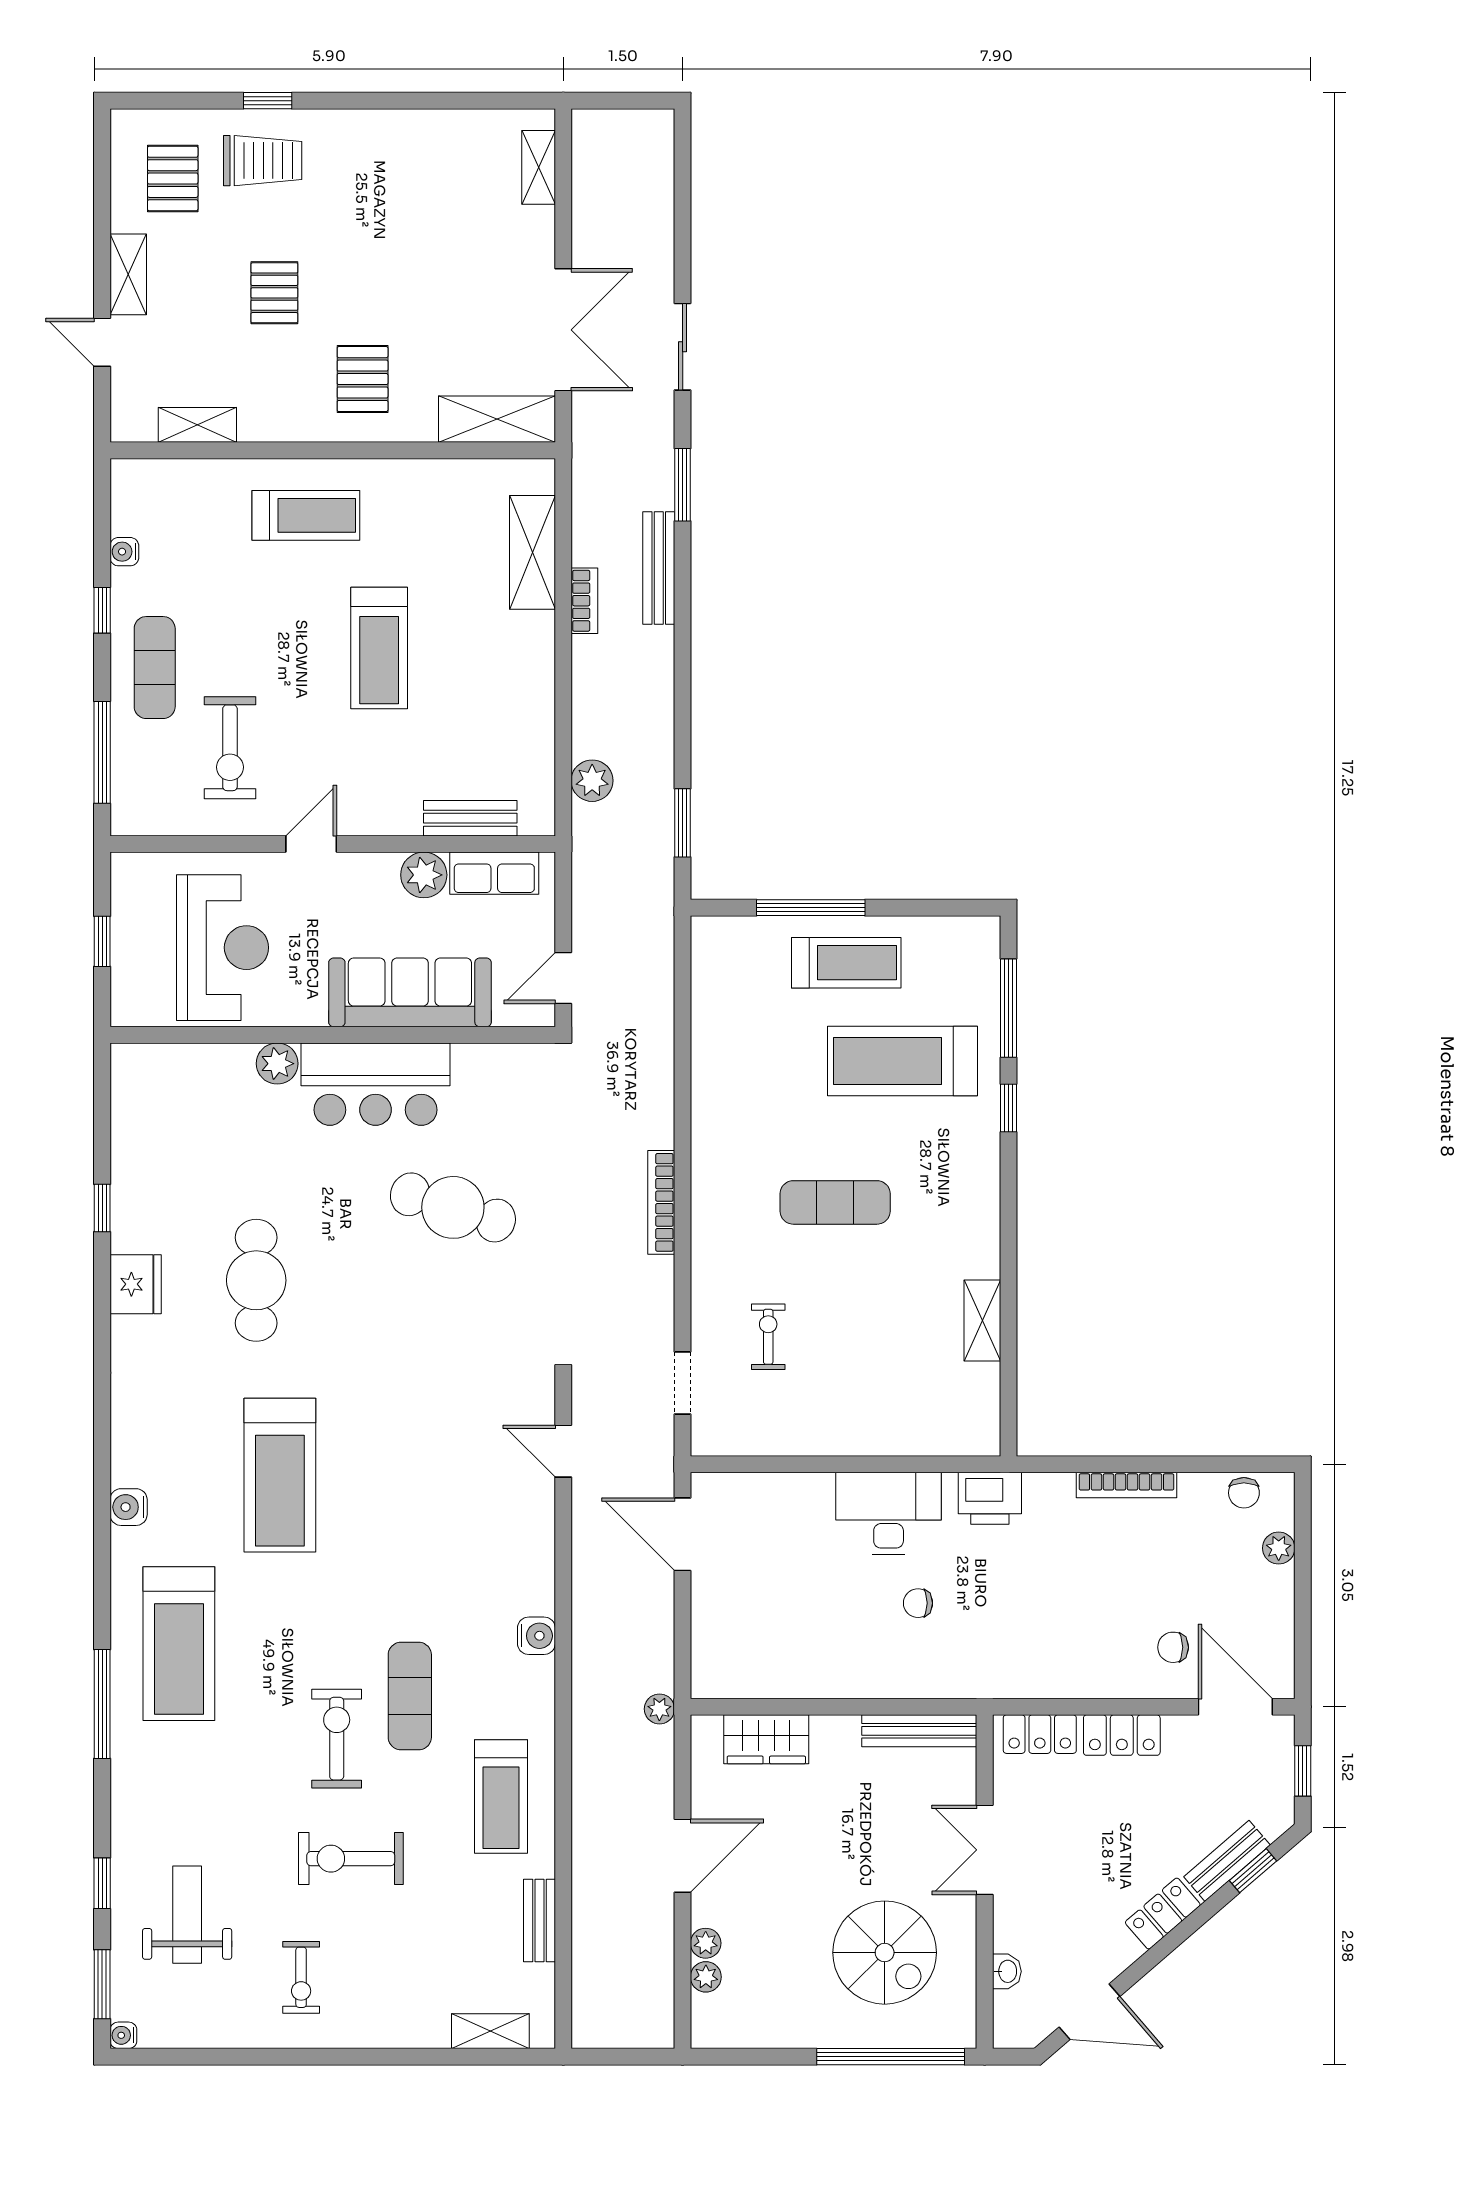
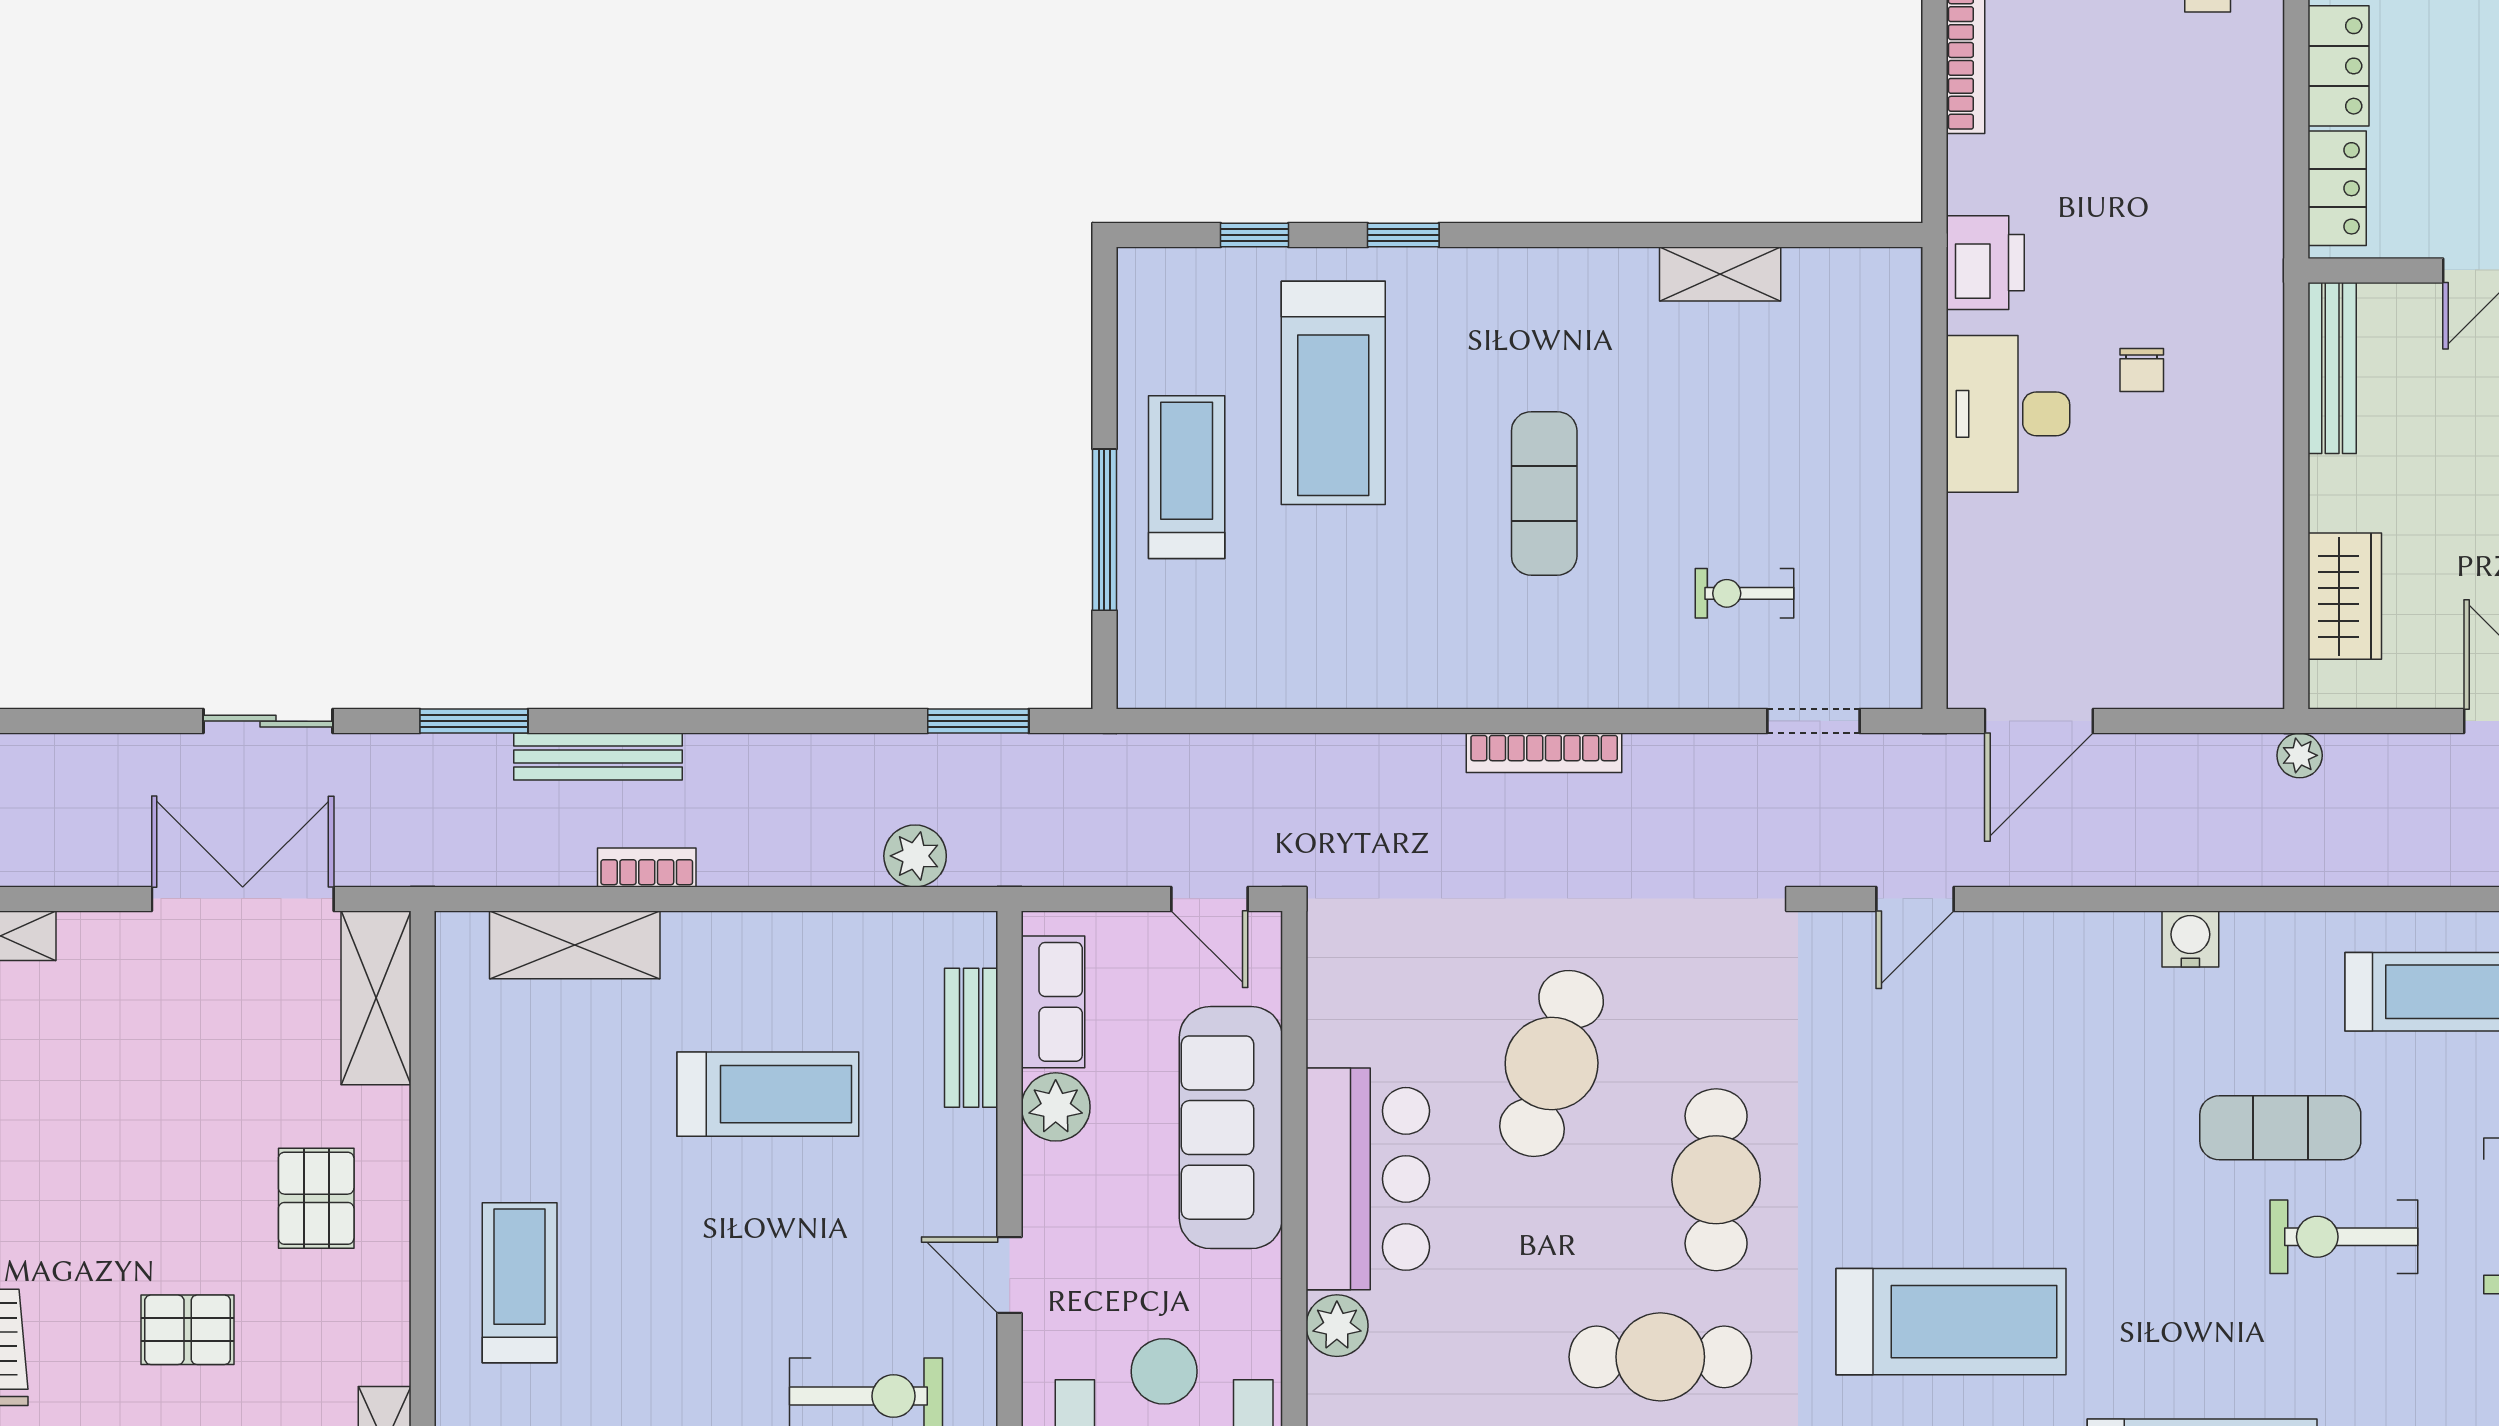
pallet: (363, 379) -> (316, 1198), turned 90
treadmill: (379, 648) -> (768, 1094), moved
window: (1009, 1008) -> (1254, 235), width x0.46
cafe table: (375, 1318) -> (1716, 1180), added

